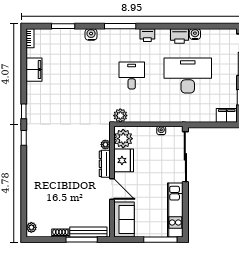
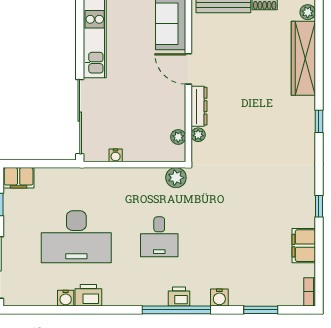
window: (120, 26) -> (176, 310), width x1.46
printer: (147, 35) -> (179, 297), moved
window: (24, 111) -> (319, 206), moved
window: (24, 138) -> (319, 121), moved
plant: (123, 139) -> (178, 137), width x0.53, depth x0.53
fridge: (124, 160) -> (171, 111), removed
wardrobe: (34, 196) -> (303, 58), added

